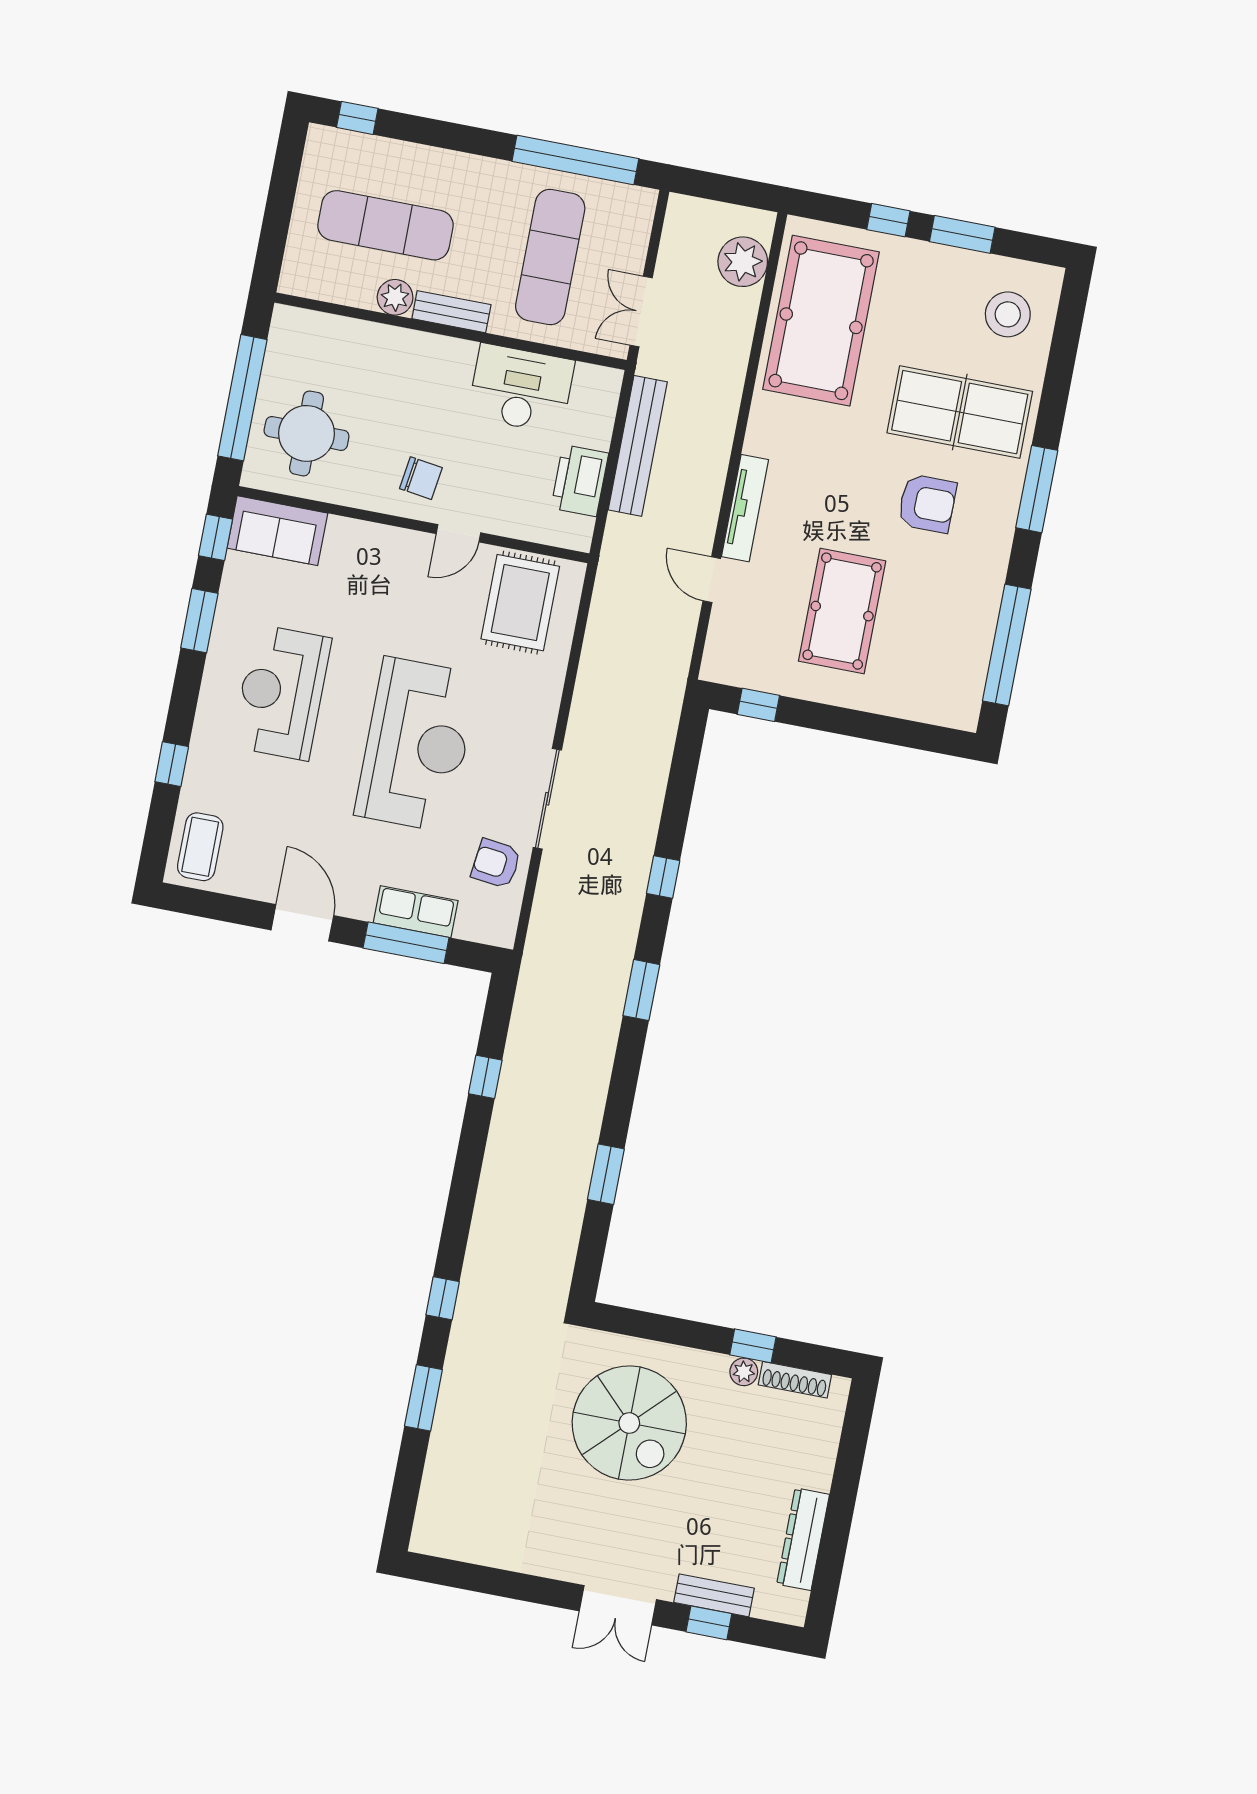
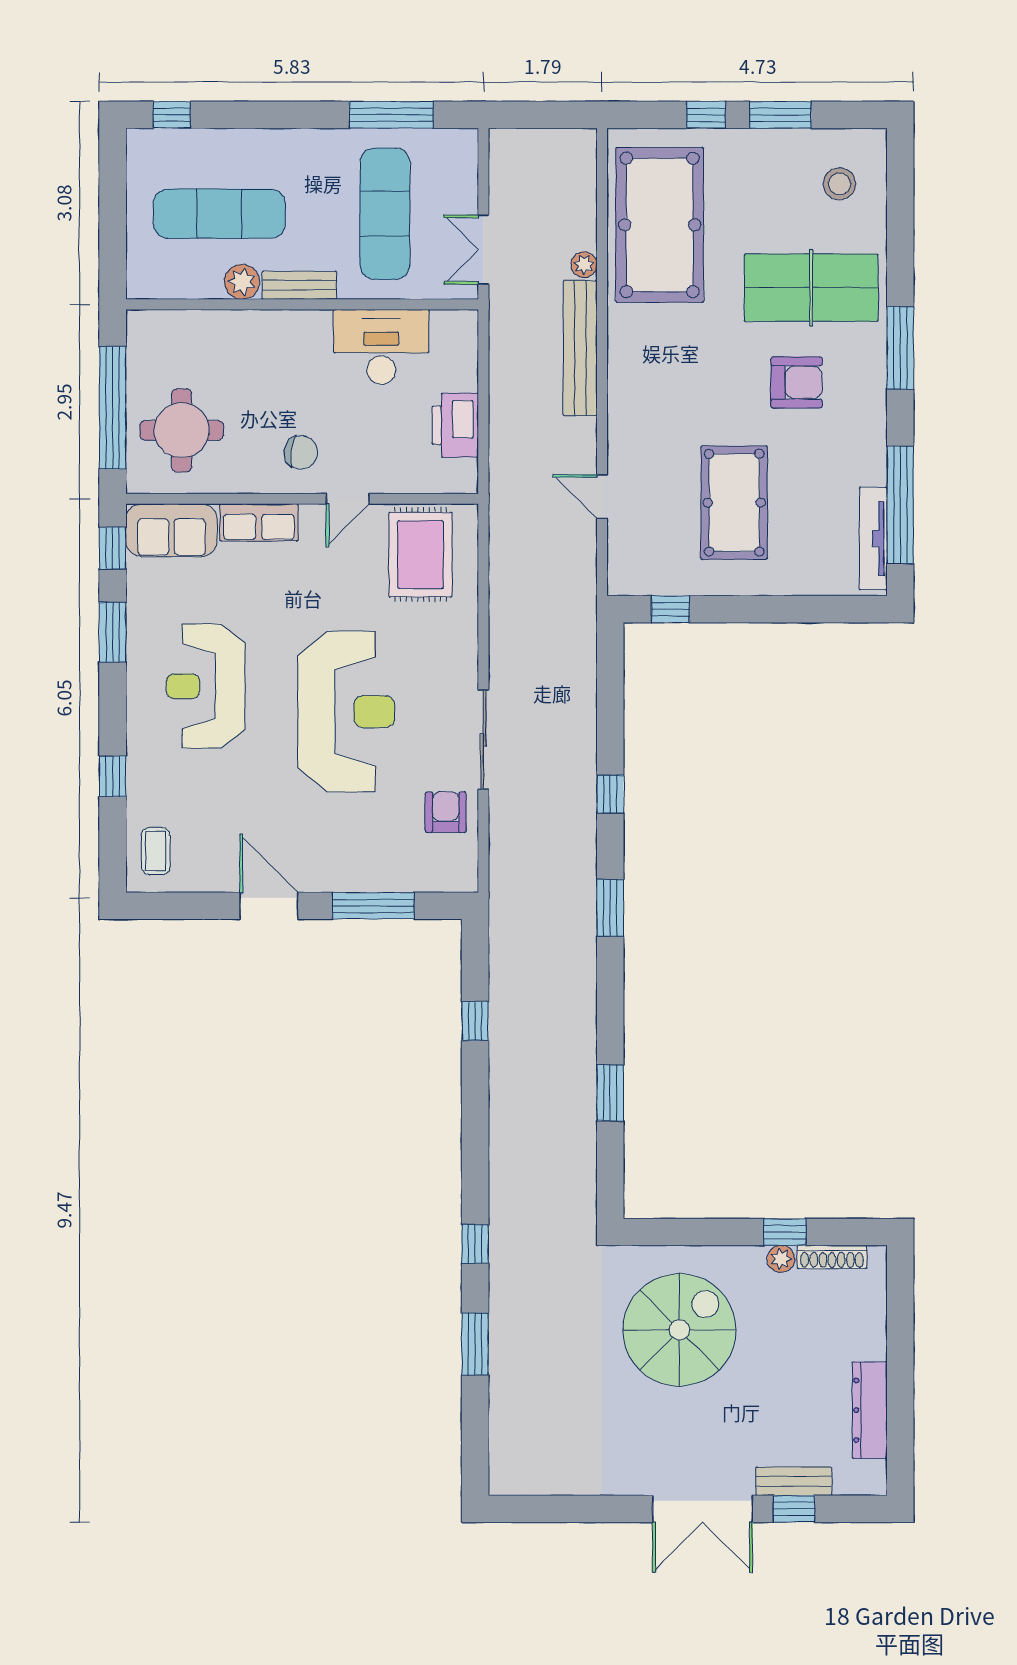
window: (575, 160) -> (391, 115), width x0.68
plant: (743, 262) -> (584, 265), moved, width x0.53, depth x0.53
stool: (1008, 314) -> (839, 184), width x0.73, depth x0.73
bench: (638, 446) -> (580, 348), moved
tv unit: (745, 508) -> (873, 539), moved, turned 180
coffee table: (200, 847) -> (156, 851), width x0.73, depth x0.77
armchair: (496, 863) -> (446, 812), turned 83
row of seats: (416, 912) -> (259, 522), moved, turned 180
spiral stairs: (629, 1423) -> (679, 1330), turned -90
double door: (618, 1605) -> (703, 1509), width x1.37

